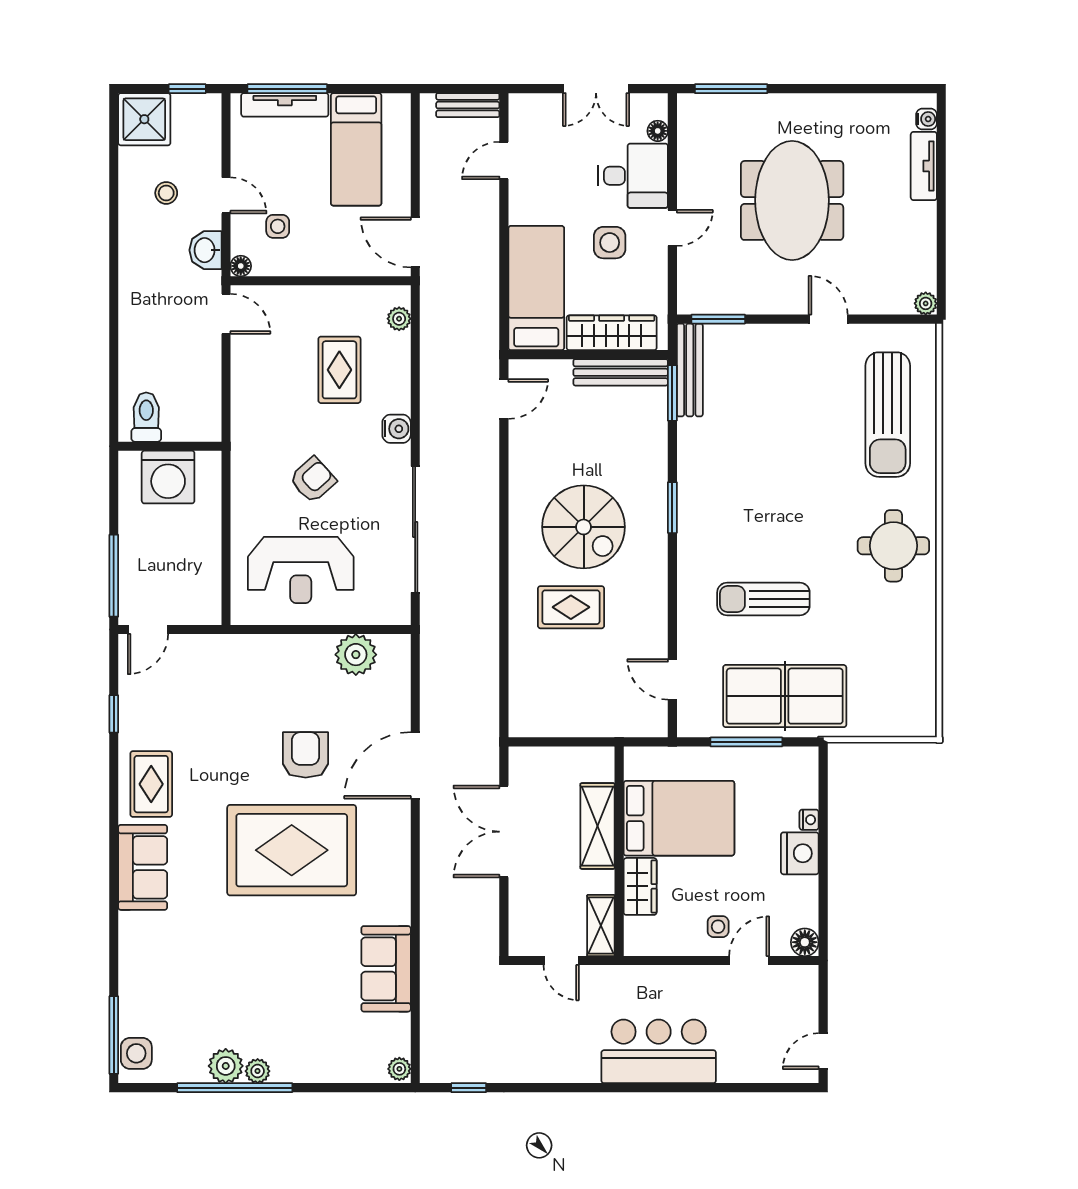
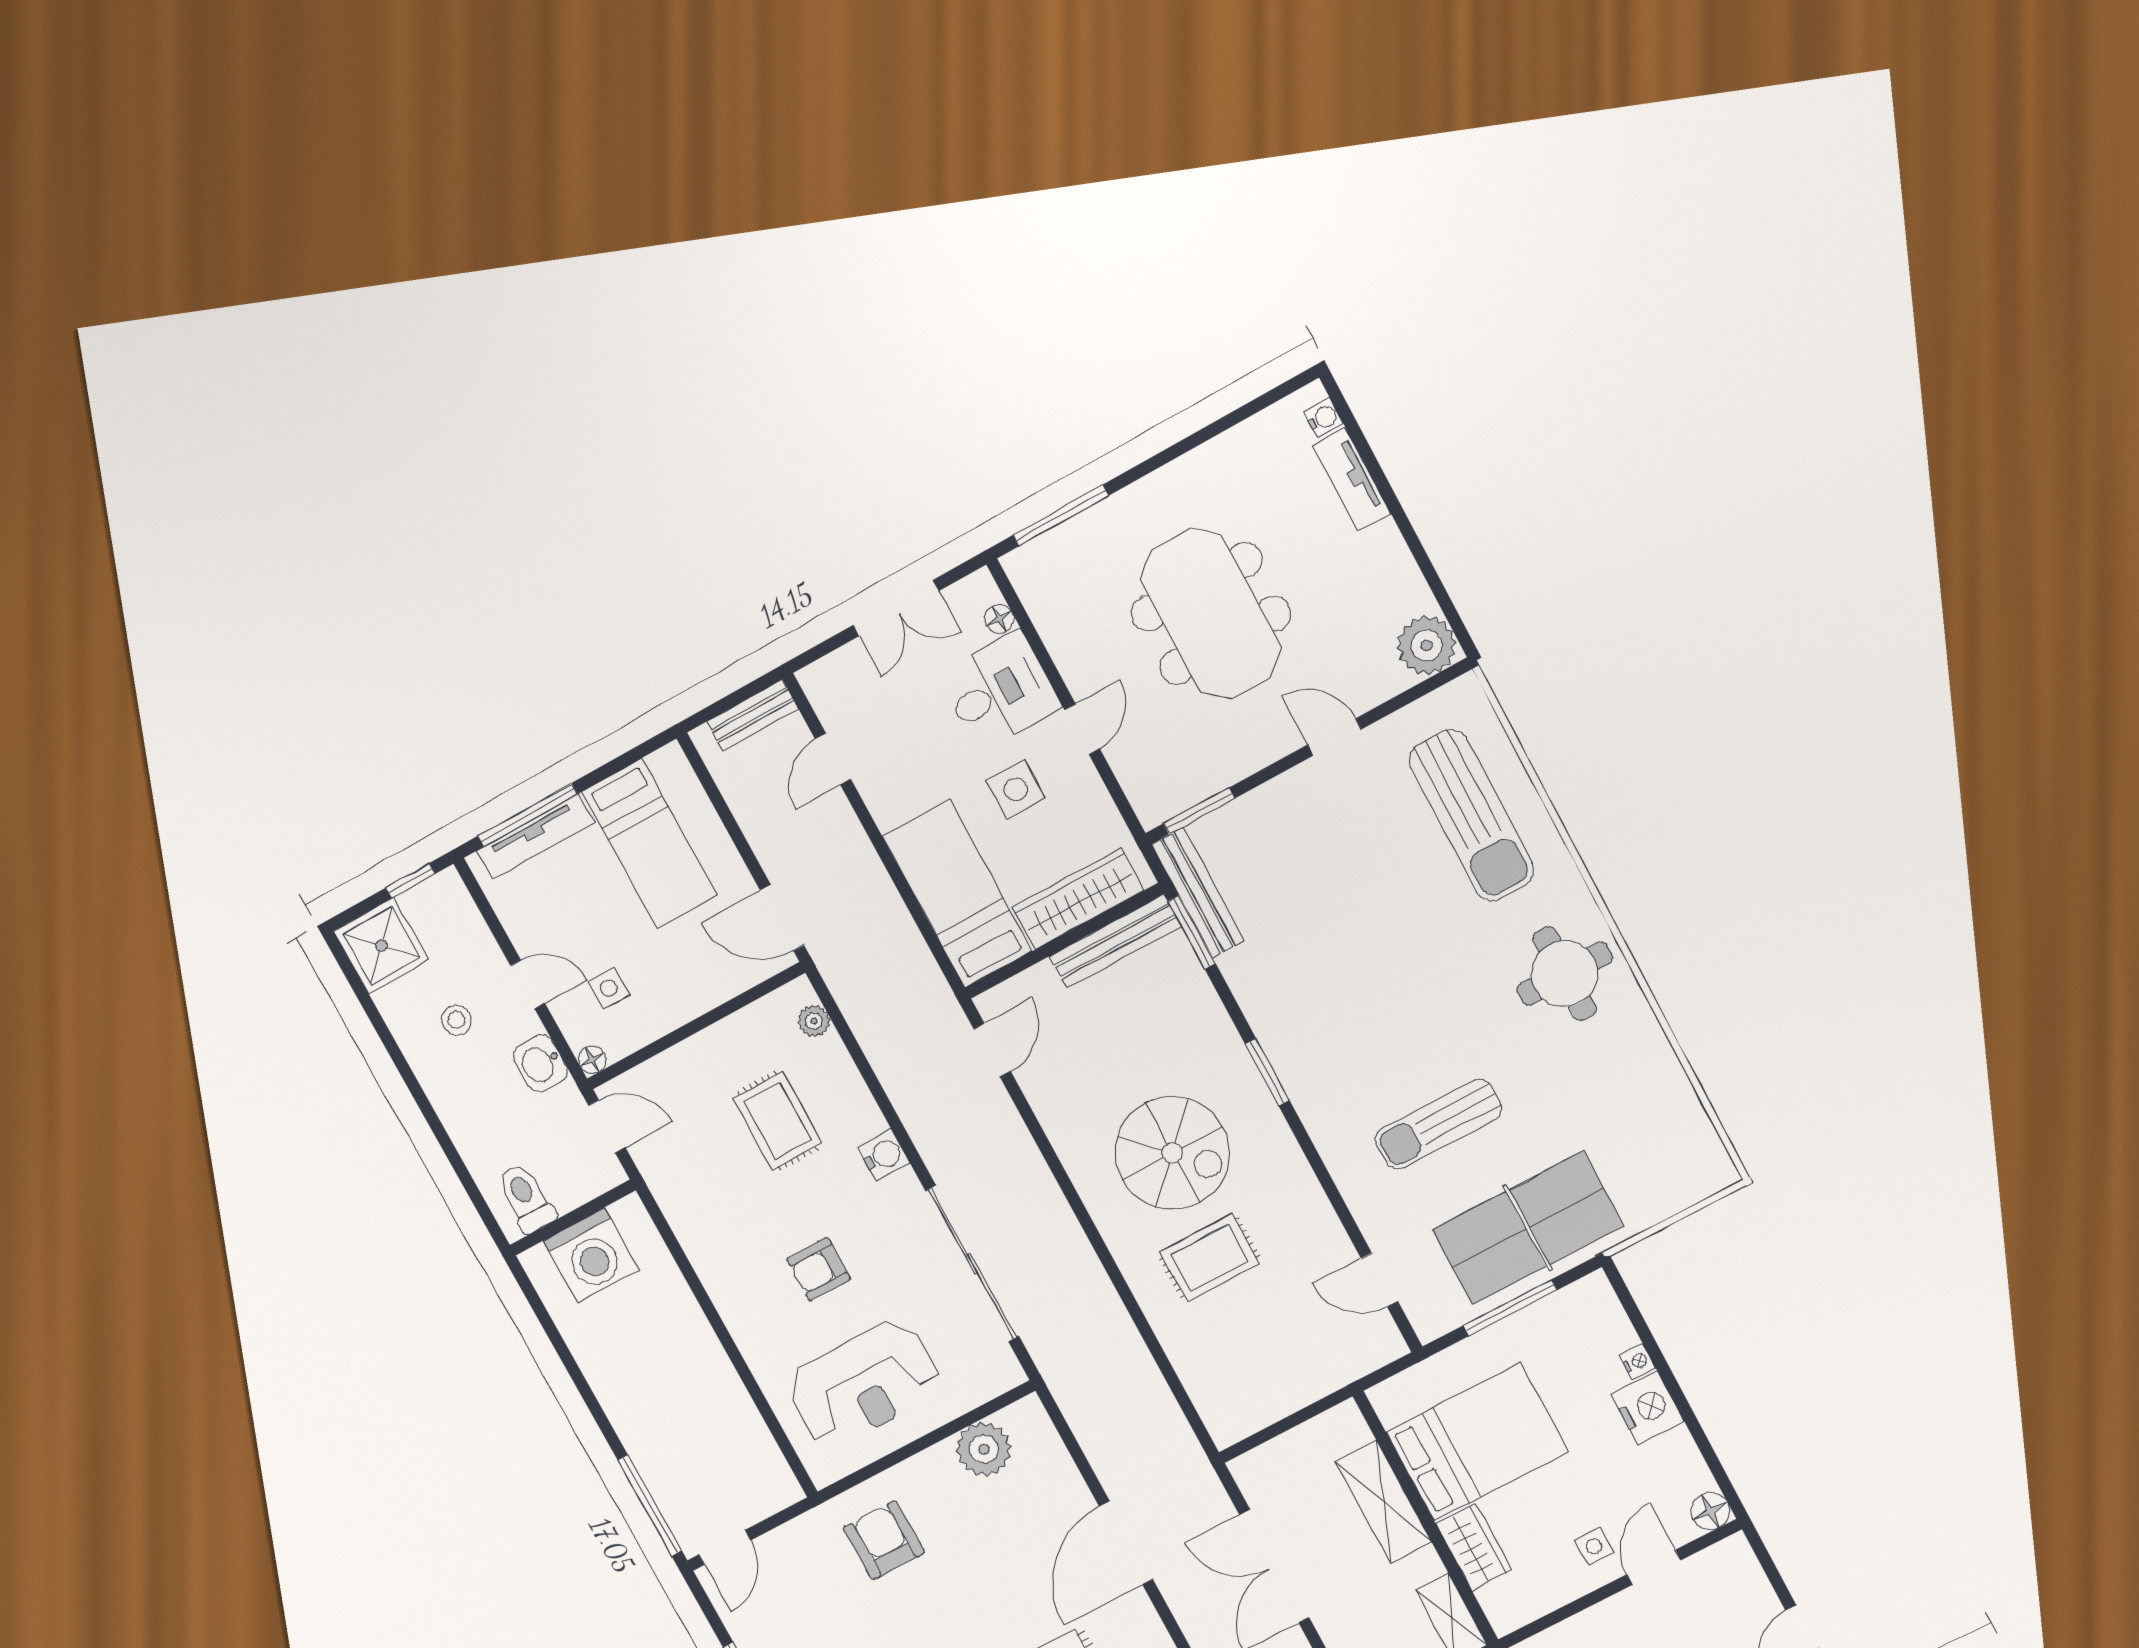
plant: (926, 303) -> (1427, 645), width x1.88, depth x1.88
toilet: (146, 417) -> (526, 1198), moved
wall: (170, 446) -> (573, 1218), moved
washing machine: (168, 477) -> (591, 1255), moved
armchair: (313, 480) -> (819, 1269), turned -138
armchair: (306, 755) -> (884, 1540), moved

